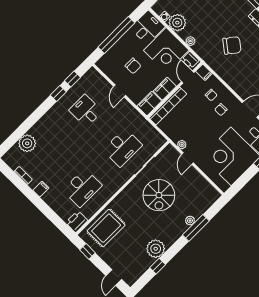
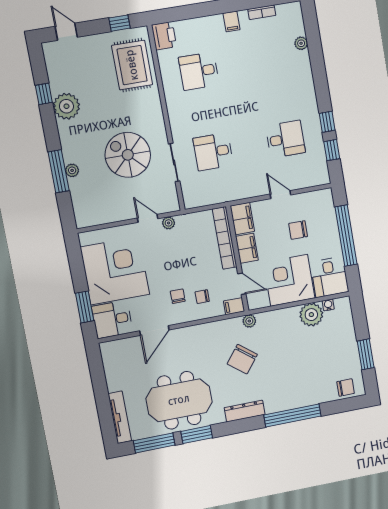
plant: (190, 41) -> (249, 321), moved
printer: (190, 60) -> (259, 300), removed
plant: (27, 143) -> (301, 43), width x0.53, depth x0.53
desk: (123, 148) -> (213, 152), width x0.73
desk: (82, 188) -> (199, 71), width x0.73

